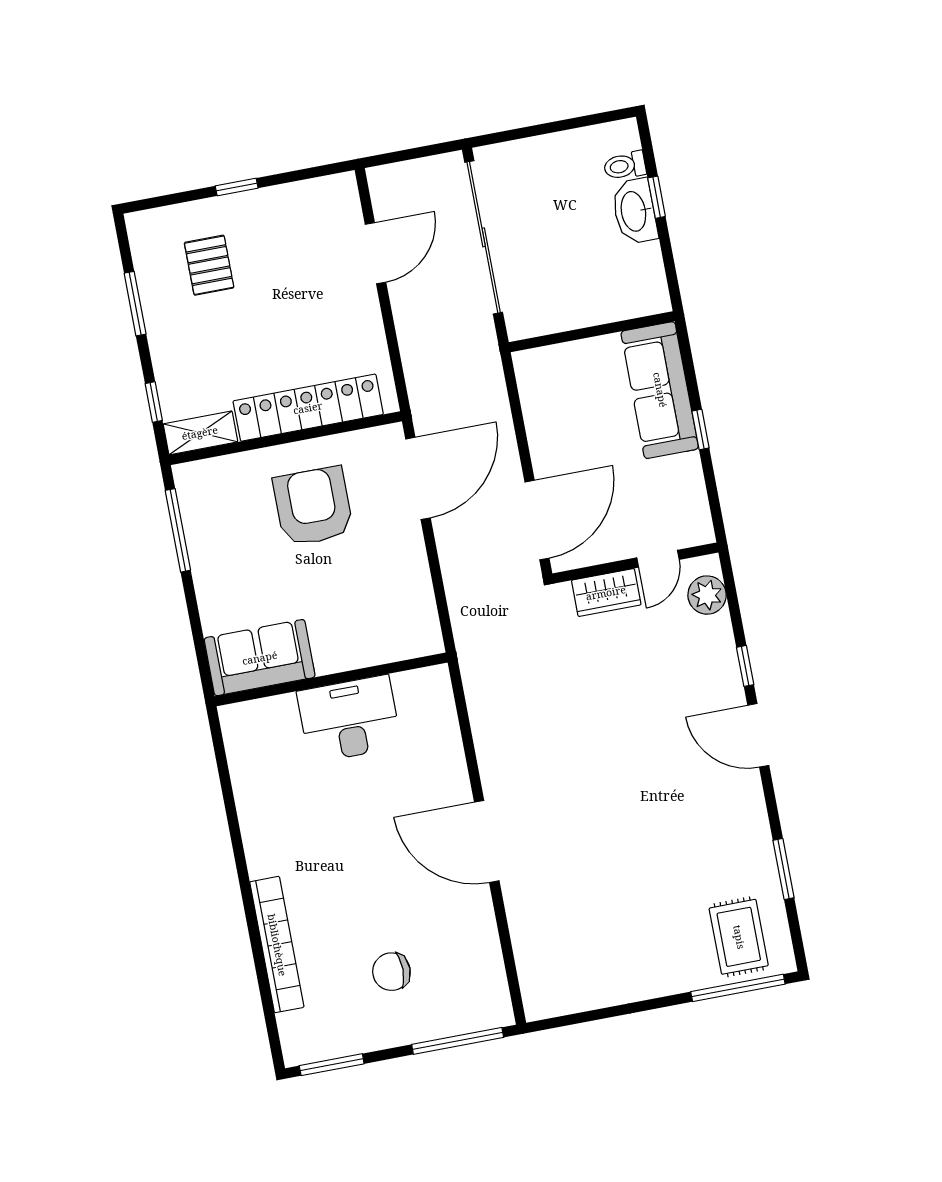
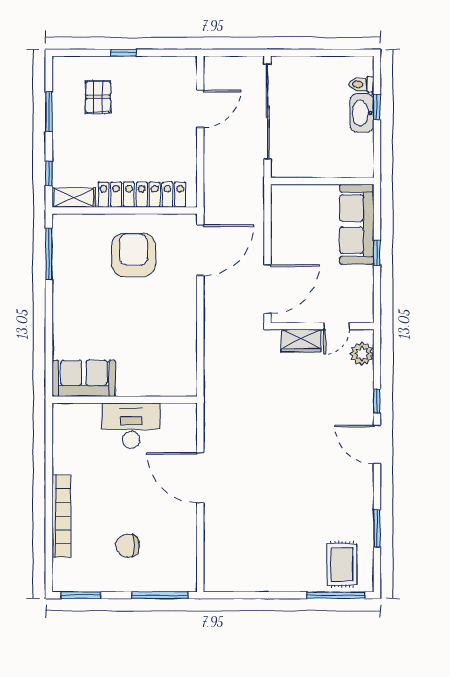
sofa: (260, 658) -> (84, 378), moved
wall: (331, 679) -> (125, 400), moved
desk: (349, 719) -> (131, 426), moved

